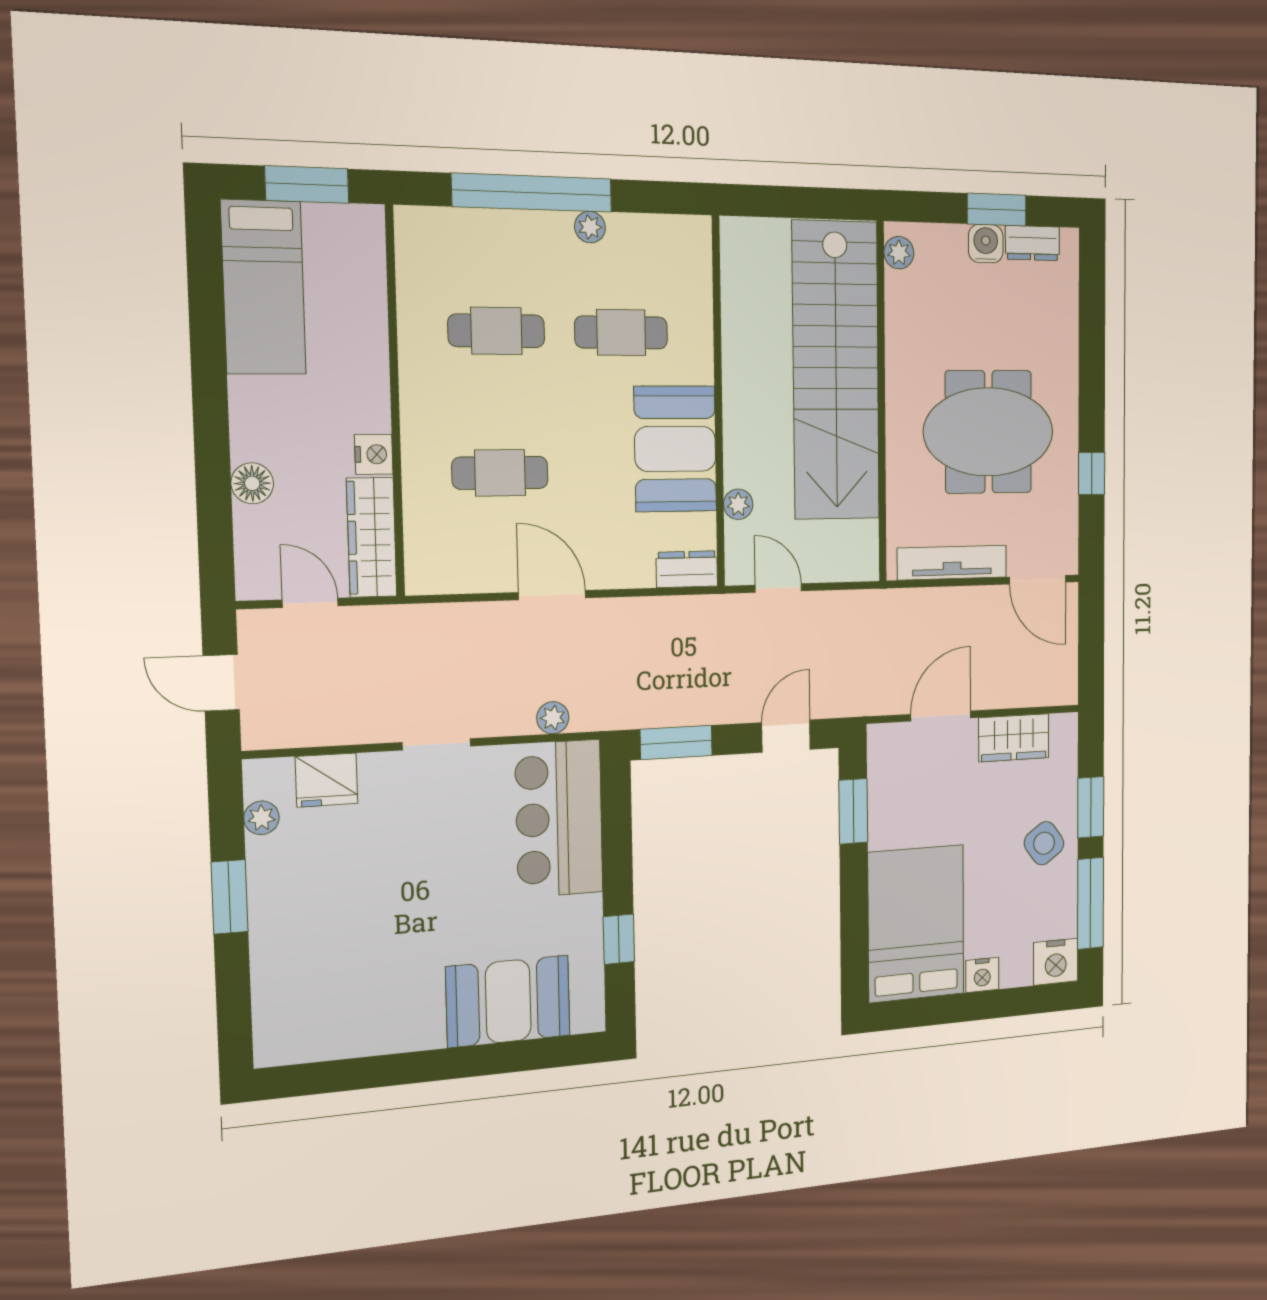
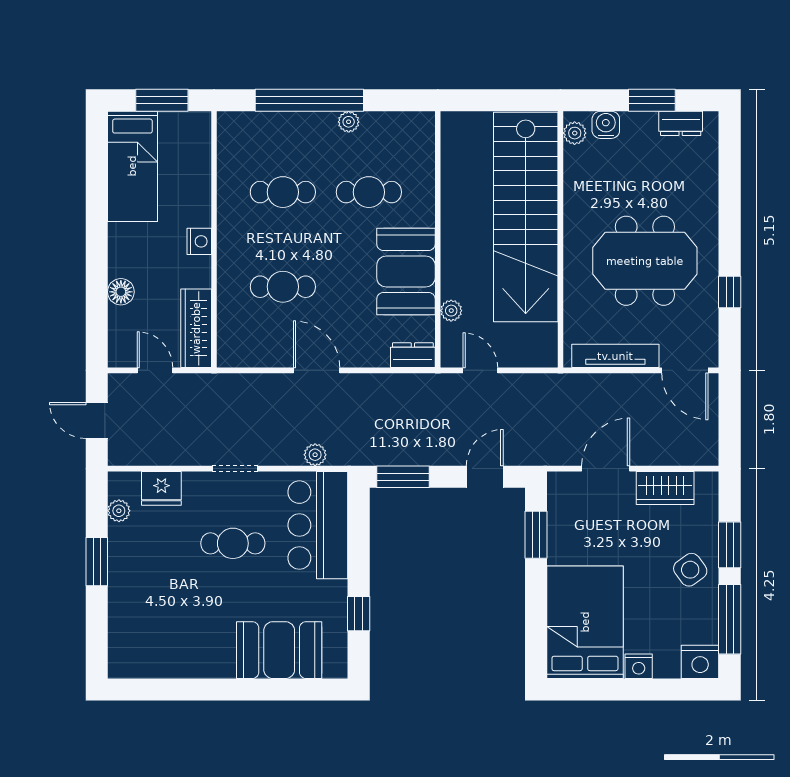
water cooler: (986, 244) -> (606, 125), moved
nightstand: (374, 454) -> (199, 241), moved
cafe table: (437, 854) -> (233, 543), added

